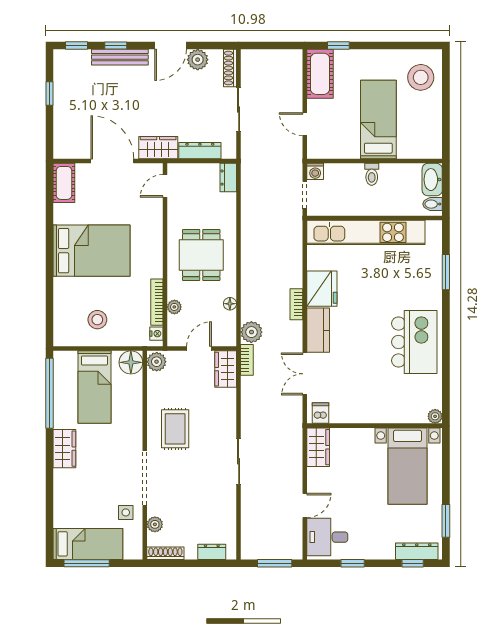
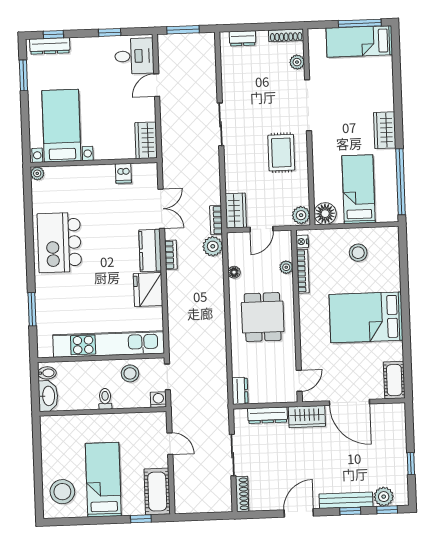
plant: (198, 60) -> (384, 497), moved
bed: (378, 119) -> (103, 480), moved, turned 180
stool: (344, 200) -> (130, 373), added
bookcase: (296, 304) -> (171, 255), moved
dishwasher: (320, 413) -> (123, 173), moved
side table: (126, 512) -> (325, 72), removed

